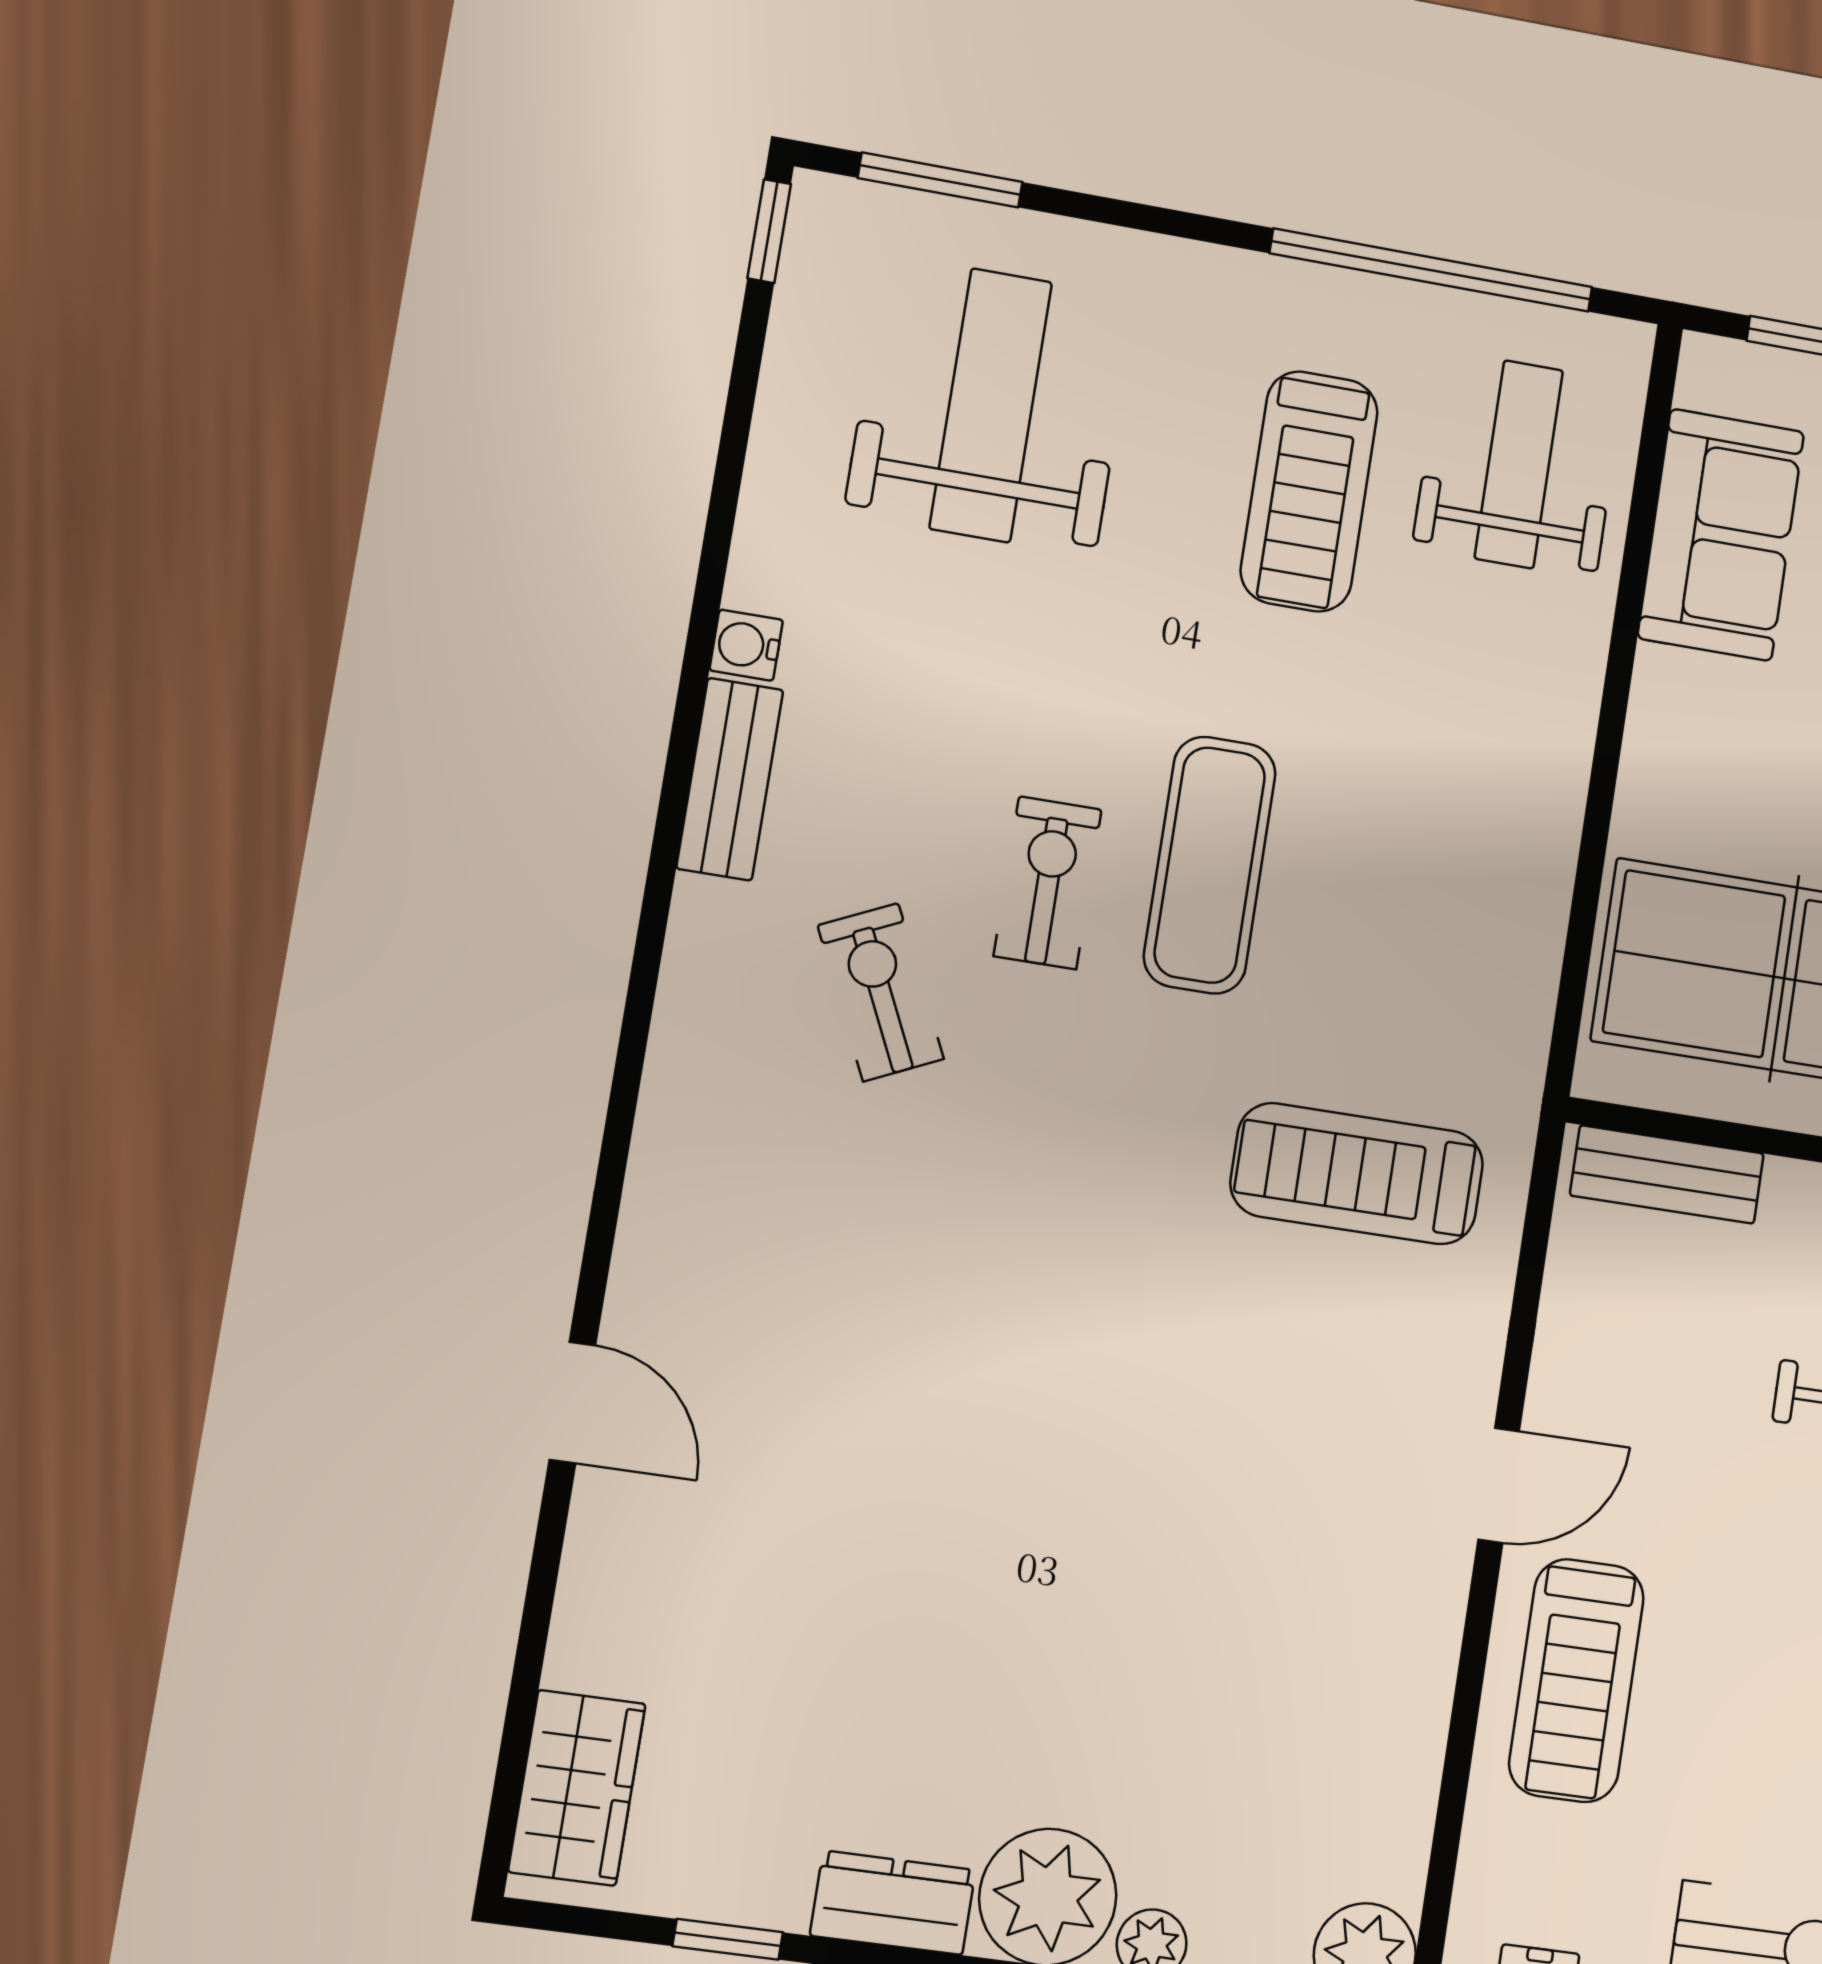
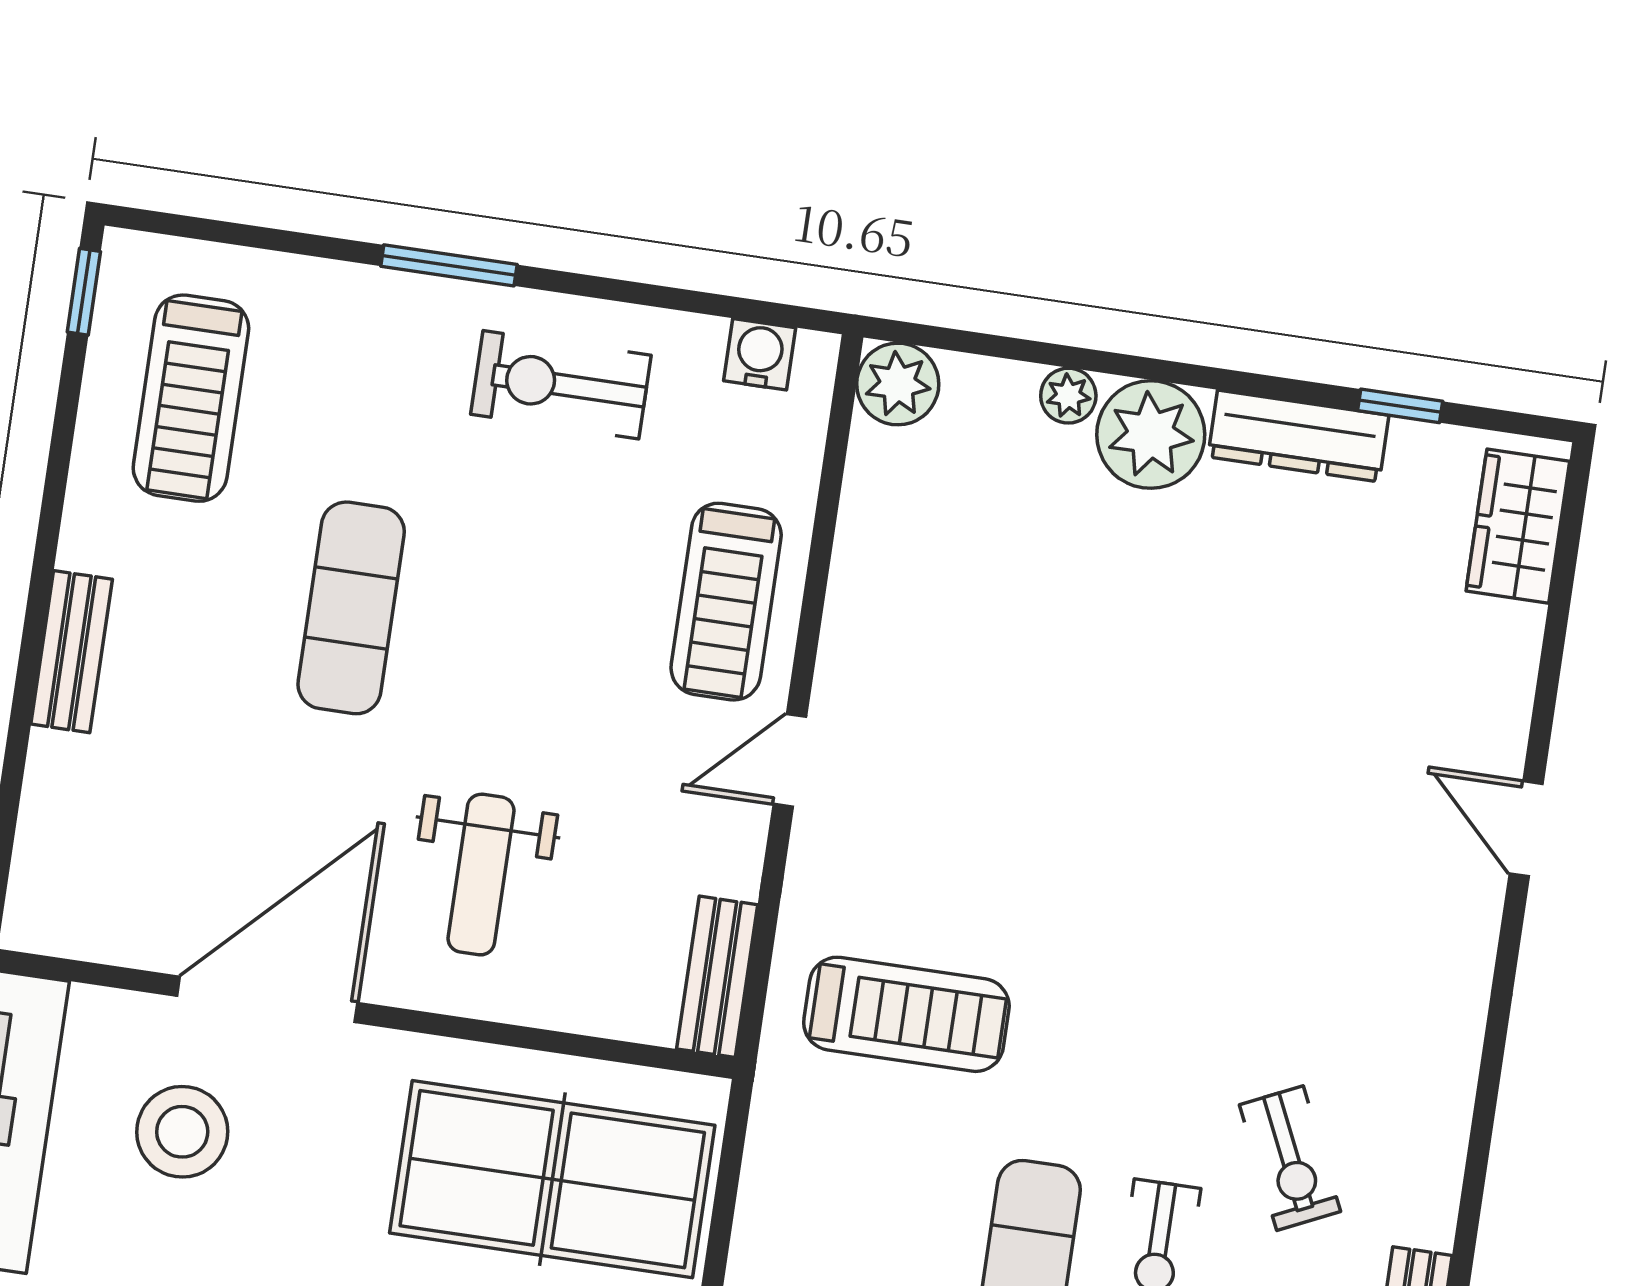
bench: (1667, 1174) -> (717, 977), moved, turned 90
treadmill: (1576, 1680) -> (726, 602), turned 180
dresser: (893, 1903) -> (1298, 436), width x1.44

